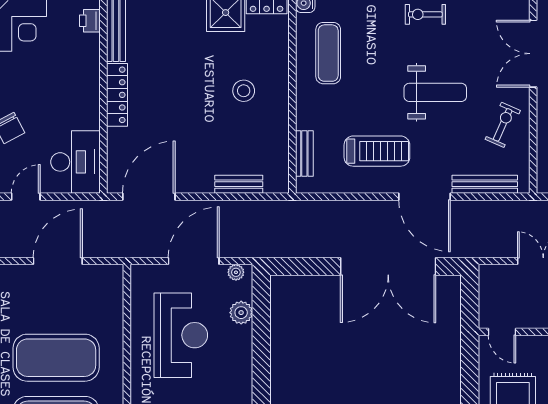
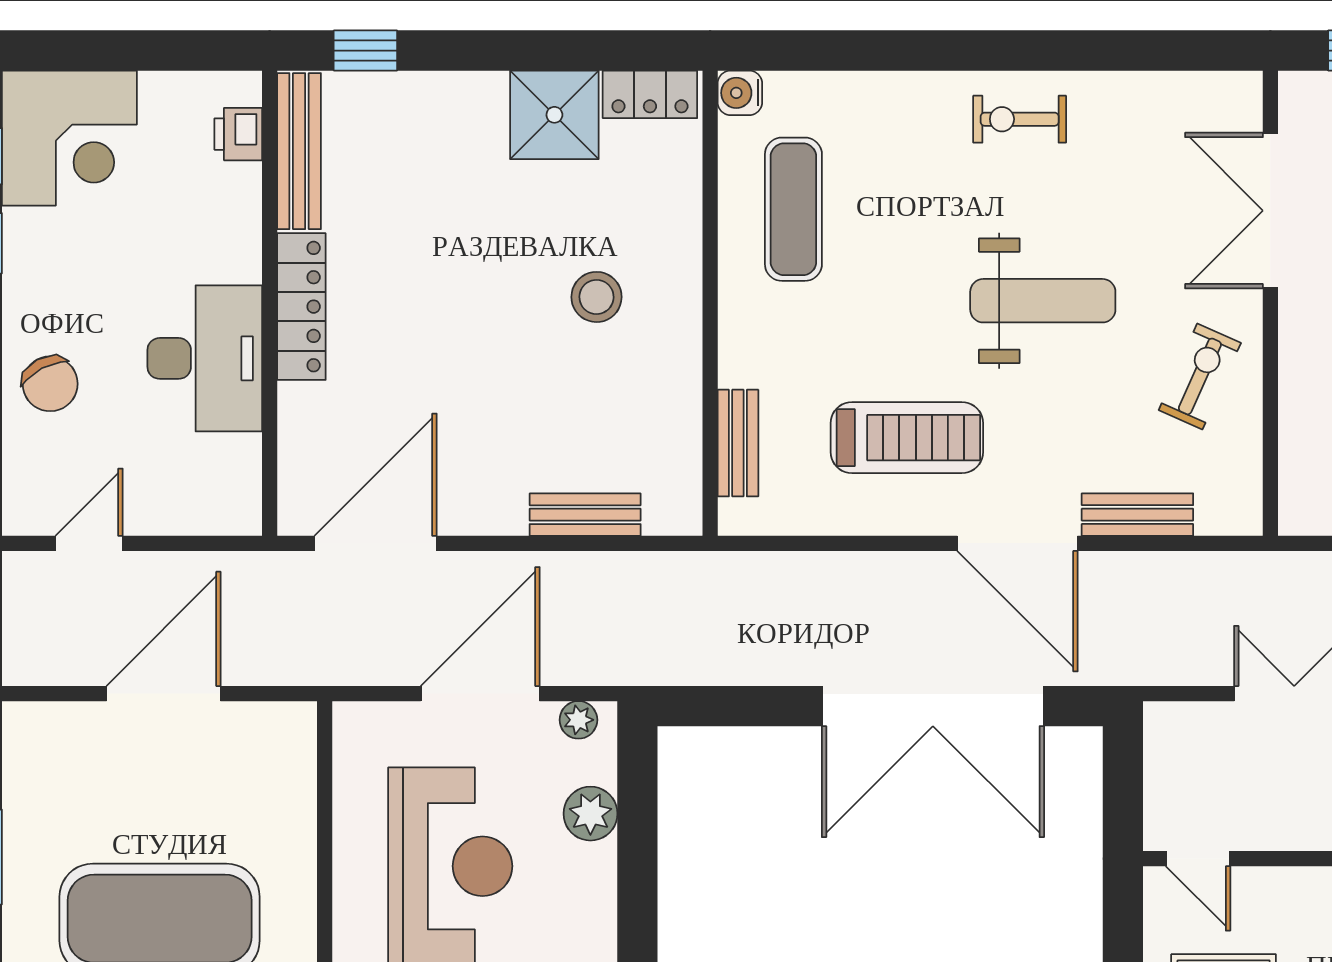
desk: (75, 162) -> (205, 358), moved
bench: (485, 184) -> (1137, 515), width x0.73

